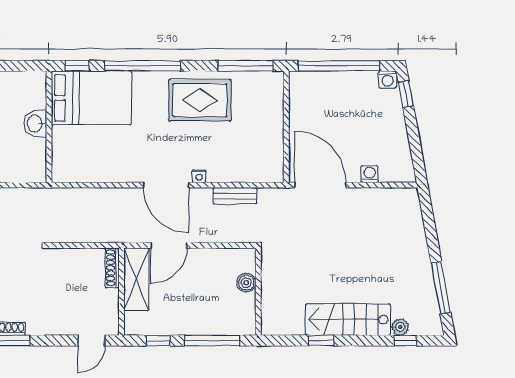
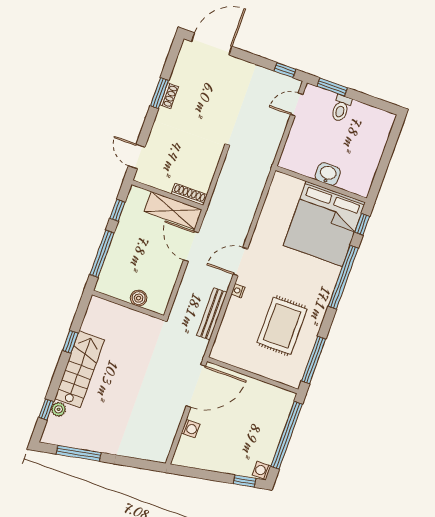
bed: (91, 98) -> (324, 224), width x1.36
rug: (200, 100) -> (282, 326), moved
door: (166, 185) -> (240, 262), width x0.73
bench: (235, 196) -> (212, 314), width x1.36

